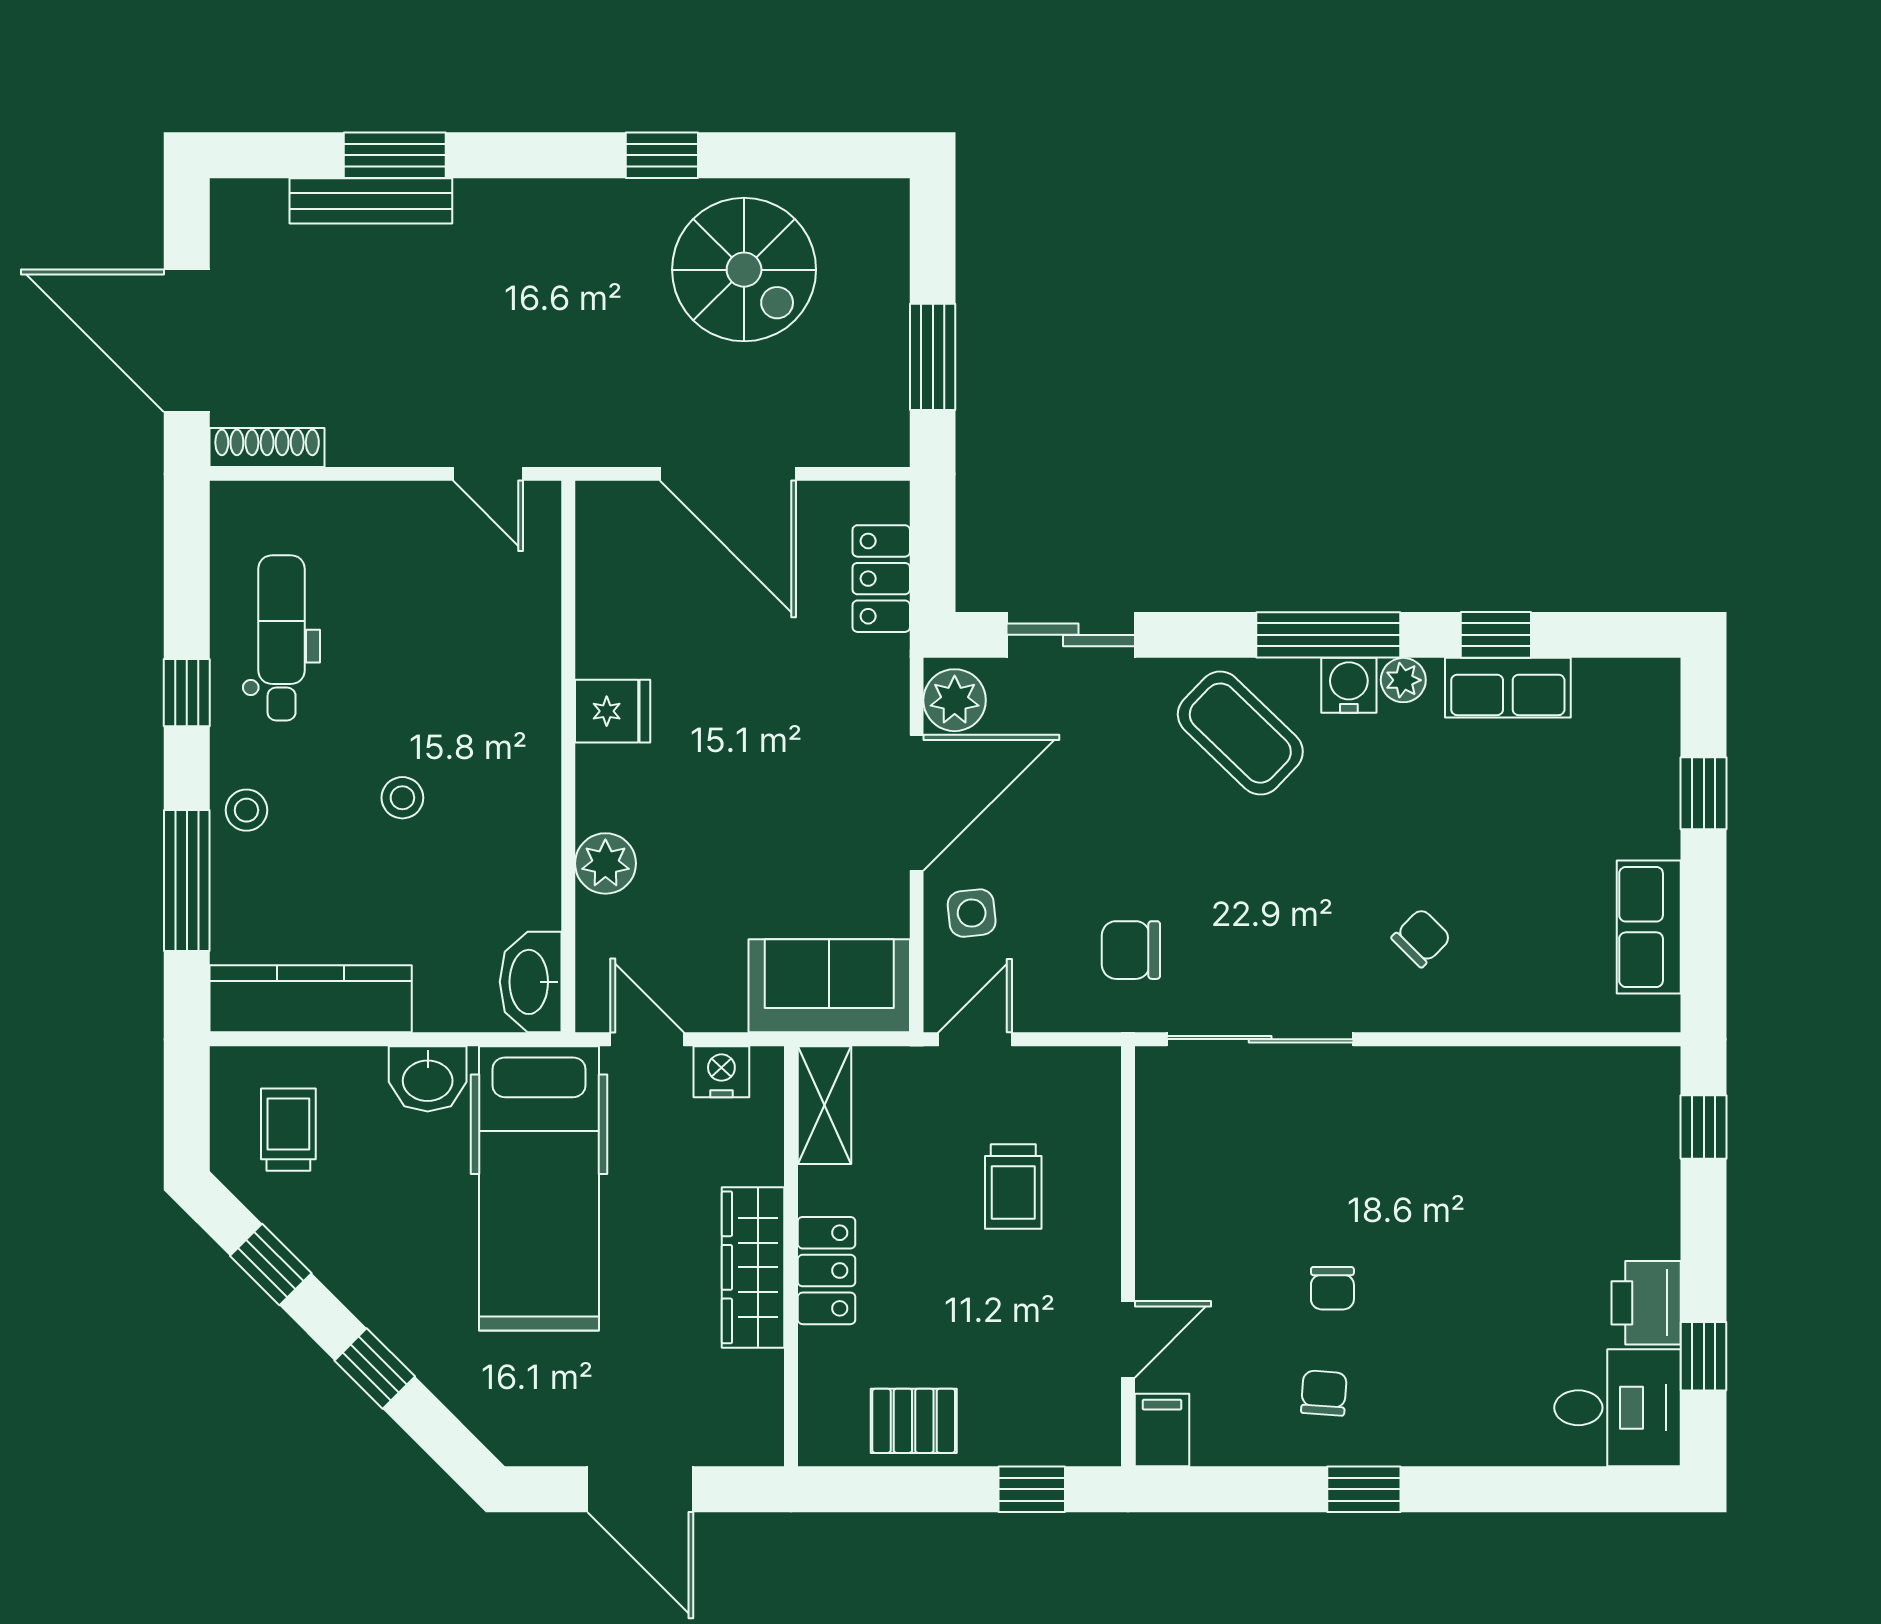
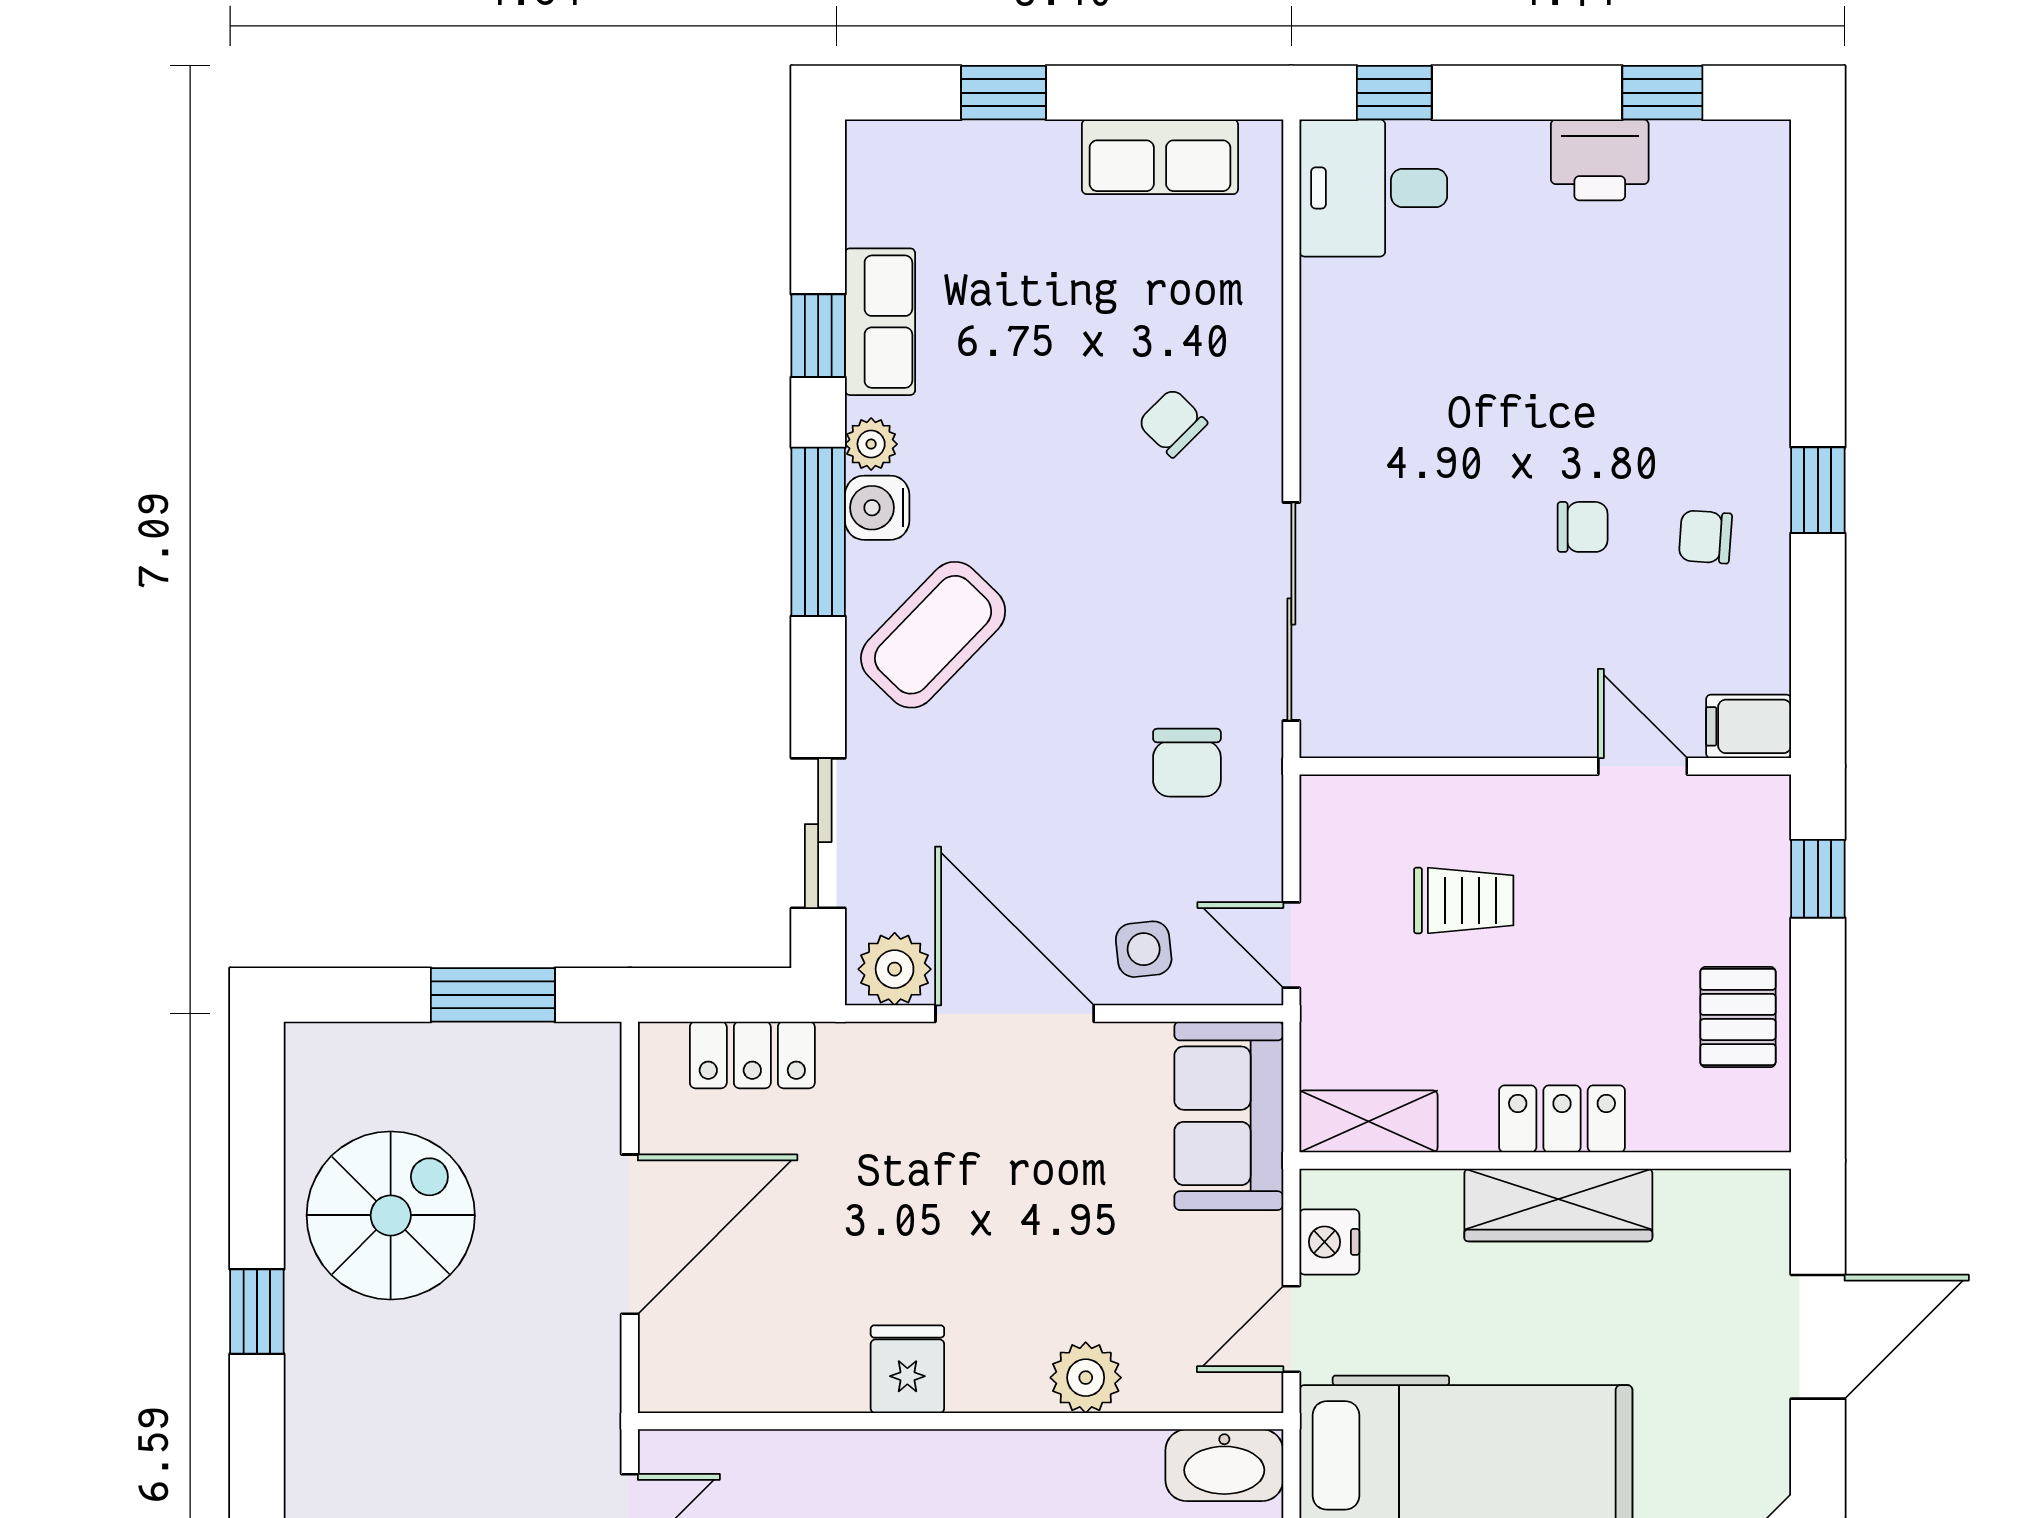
desk: (1617, 1408) -> (1373, 188), moved, turned -90

